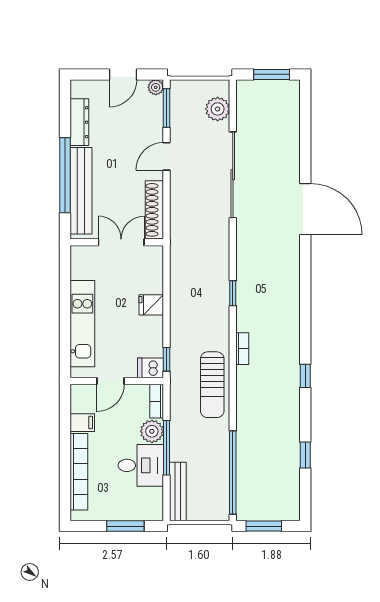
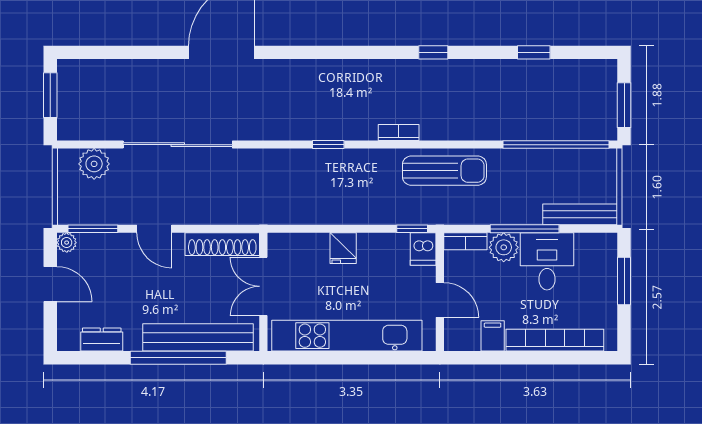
dresser: (79, 122) -> (102, 339), width x0.70
kitchen unit: (82, 324) -> (347, 336), width x1.36

